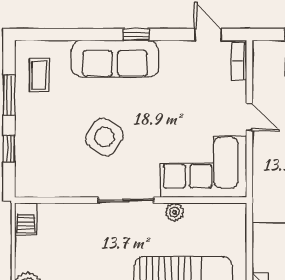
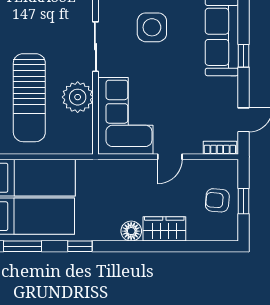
side table: (104, 137) -> (152, 27), turned -34
plant: (174, 212) -> (78, 97), width x1.88, depth x1.88

